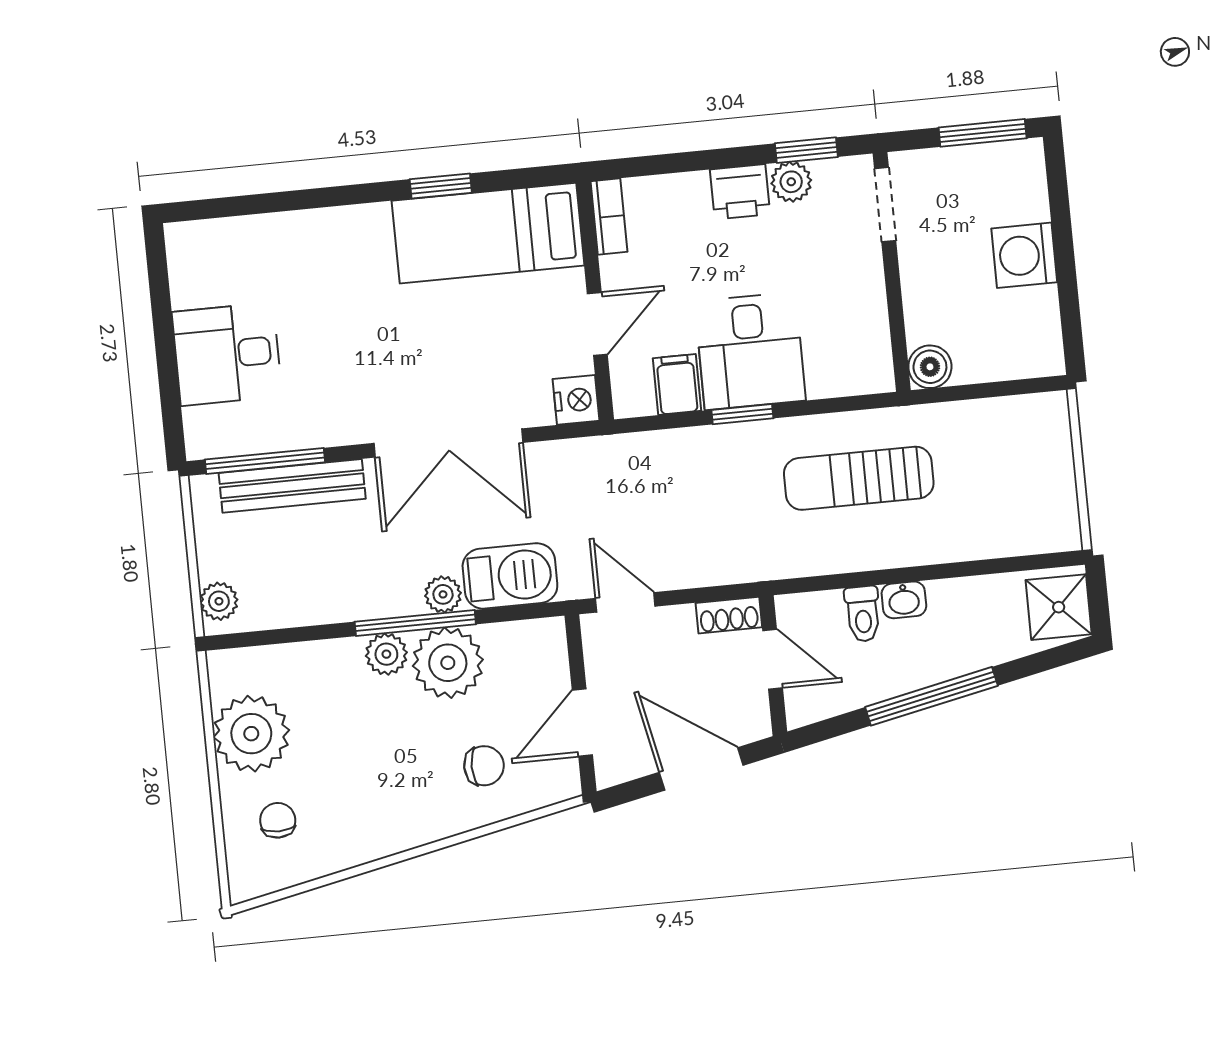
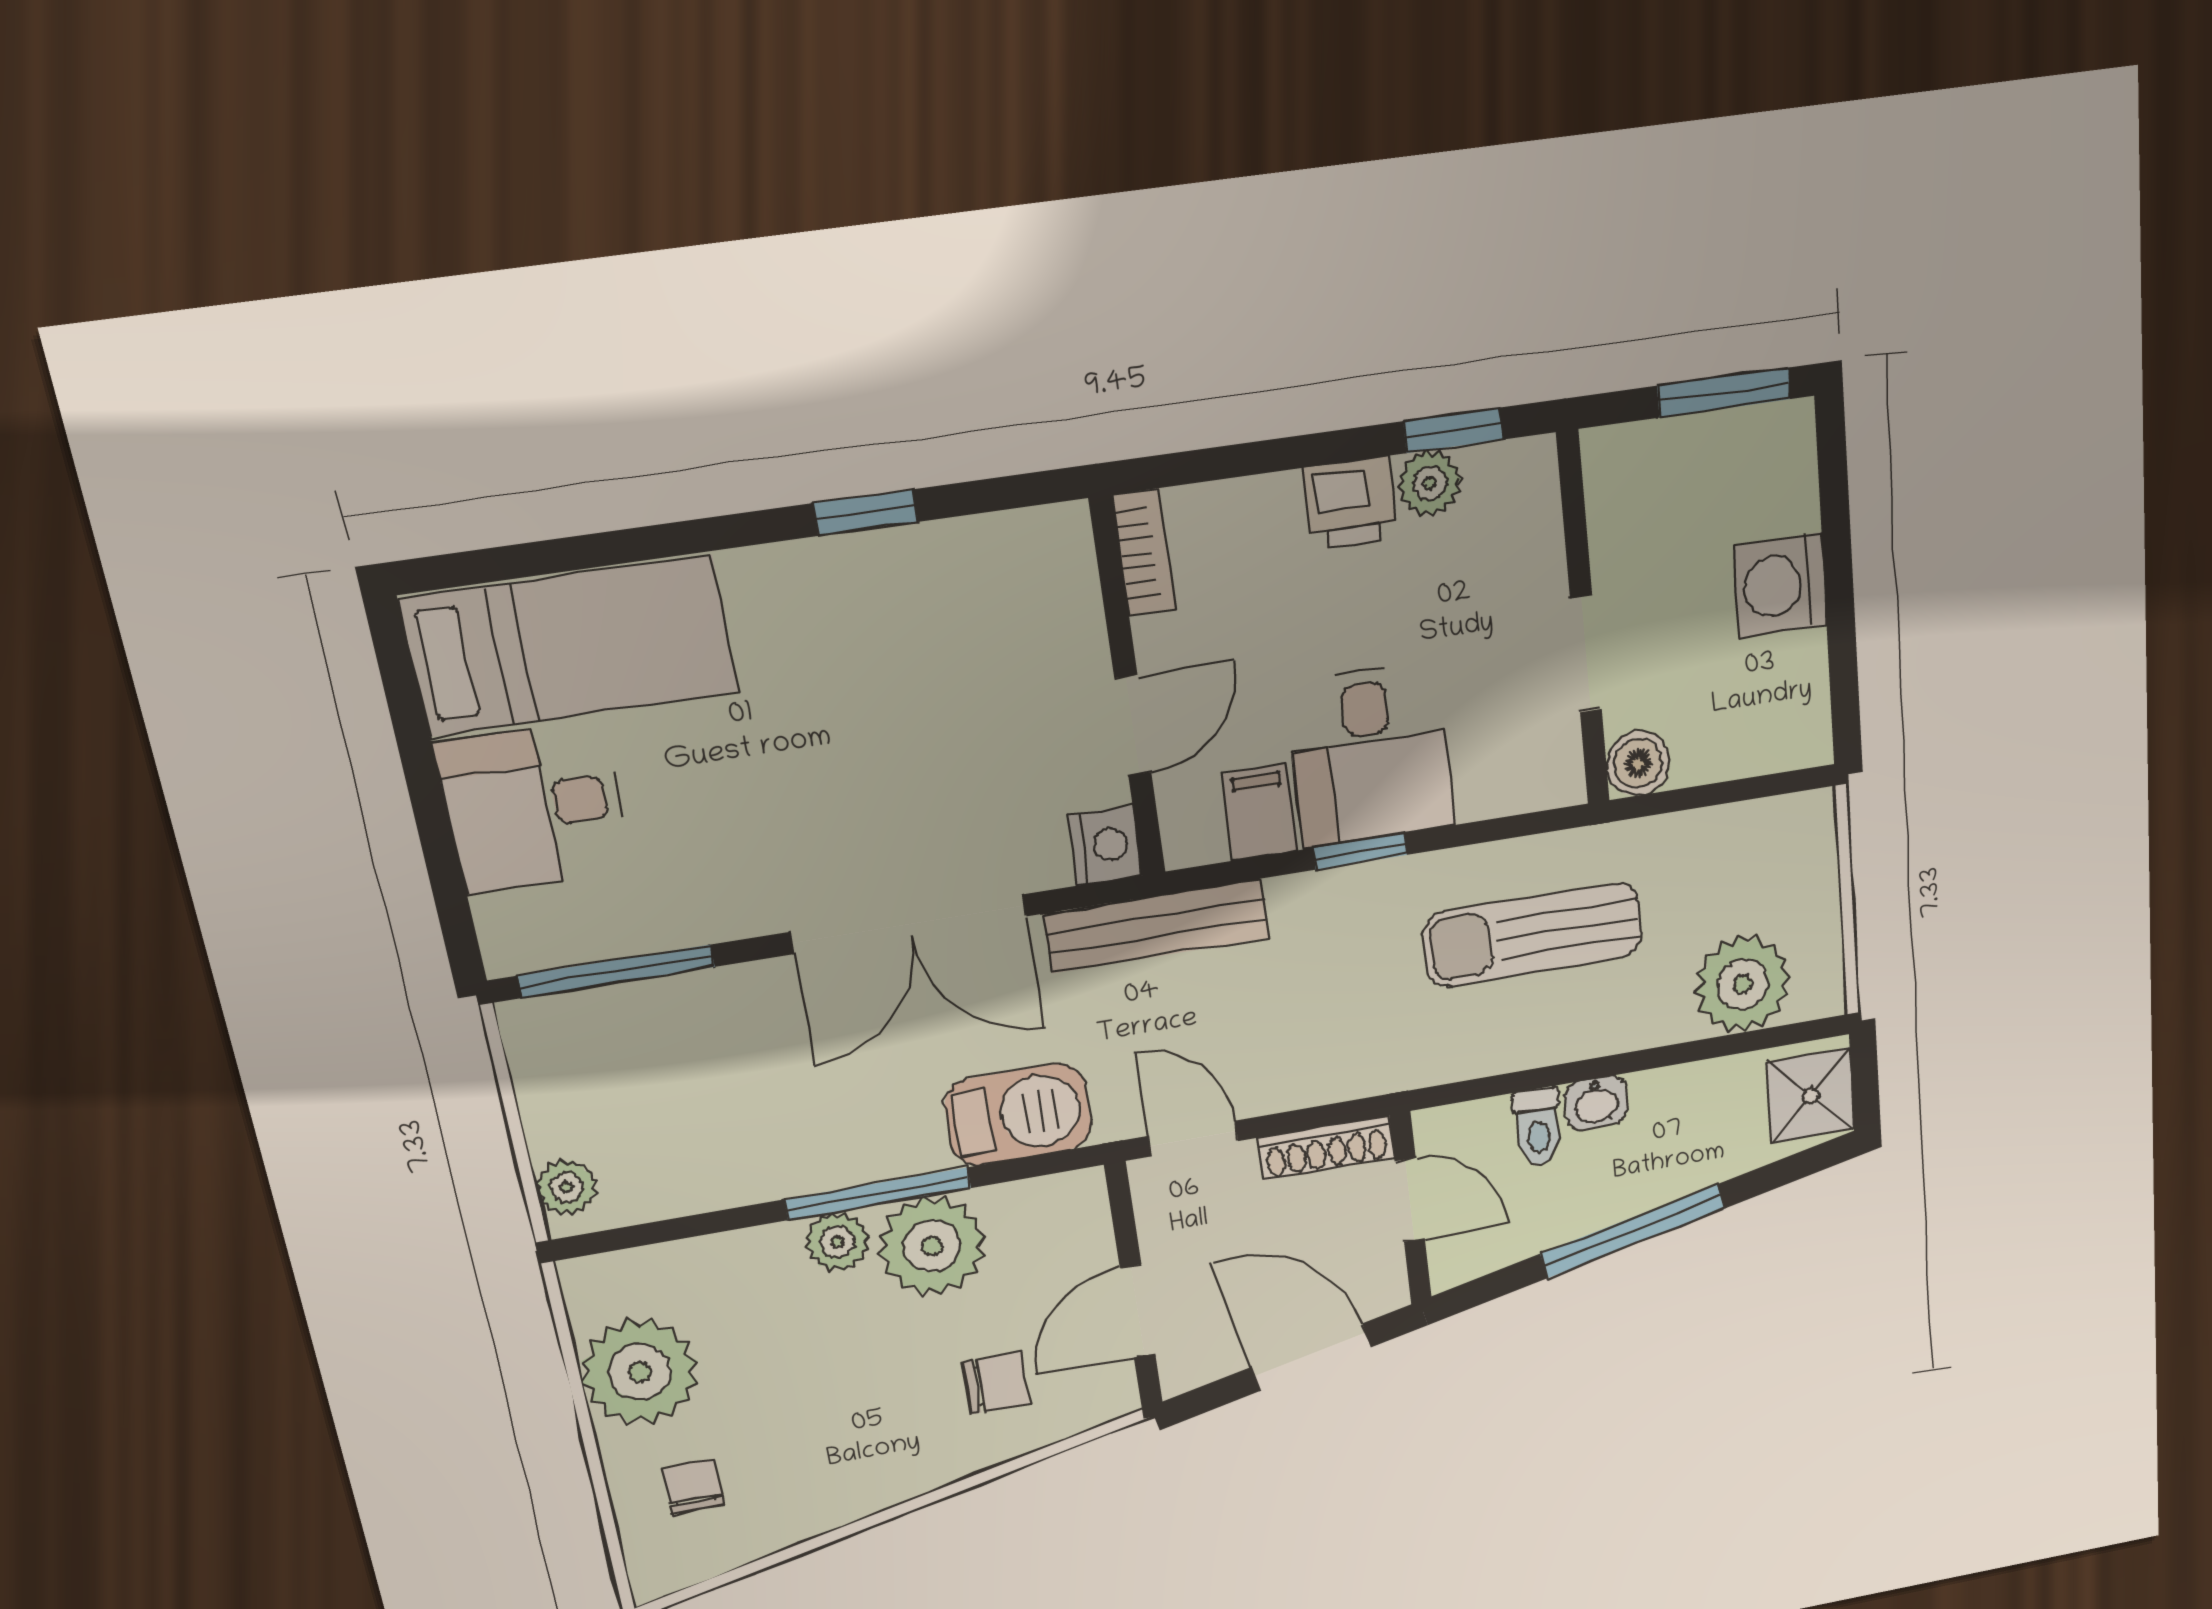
doorway: (885, 205) -> (1586, 654), moved
bed: (488, 233) -> (571, 646), moved, turned 180
bench: (292, 486) -> (1157, 926), moved
plant: (443, 594) -> (1743, 984), moved, width x1.87, depth x1.87
shoe rack: (729, 615) -> (1326, 1148), width x1.43

